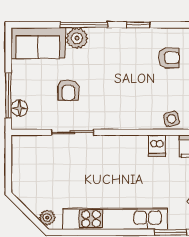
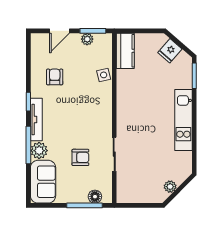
tv unit: (116, 35) -> (36, 119), added
dishwasher: (157, 146) -> (125, 87), removed
plant: (47, 218) -> (170, 187), moved
kitchen unit: (115, 219) -> (183, 120), width x0.73

